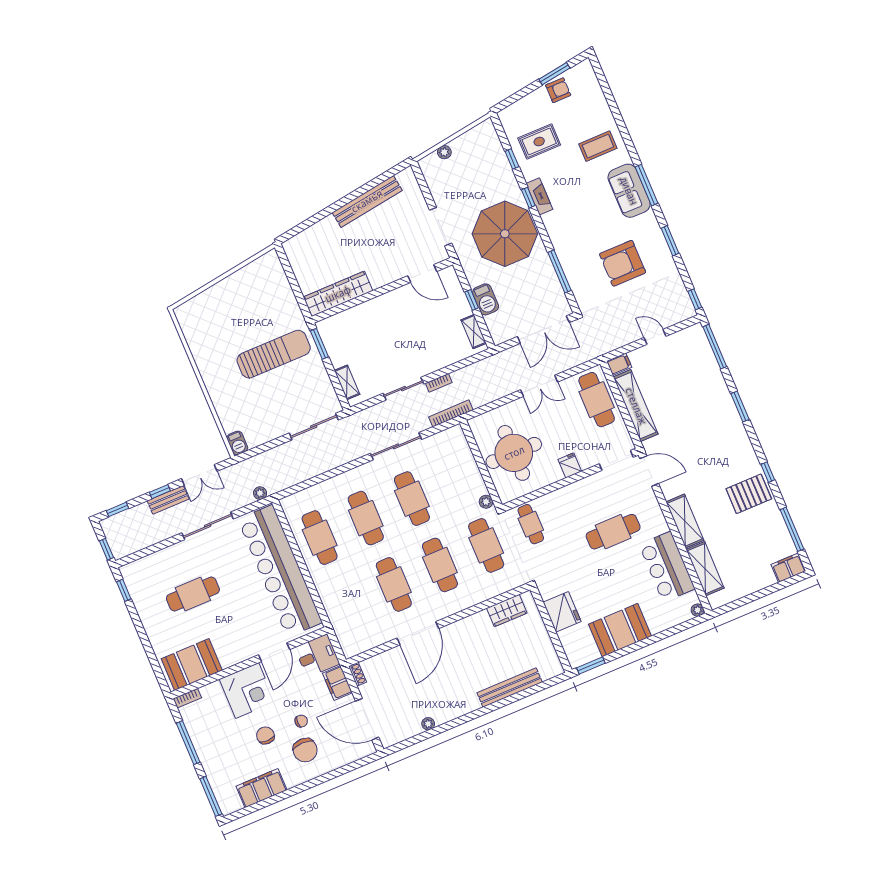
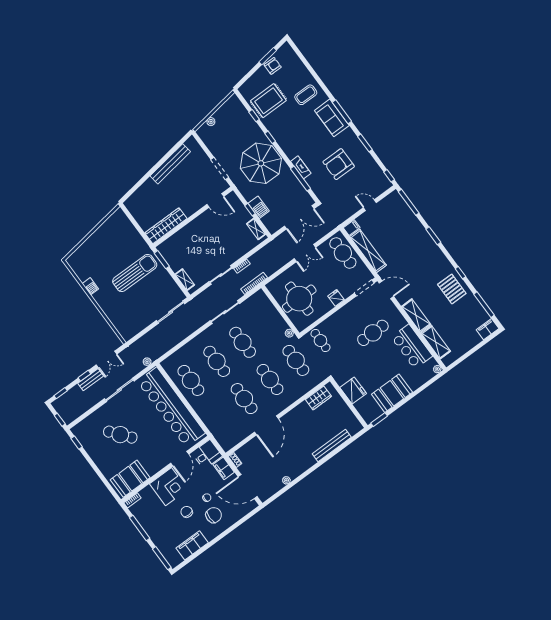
rug: (539, 141) -> (268, 101), width x1.36, depth x1.43
fireplace: (539, 196) -> (301, 167), moved
barbecue: (237, 443) -> (90, 286), moved
pallet: (749, 494) -> (452, 289), turned 90
cafe table: (193, 594) -> (120, 435), turned 51
chair: (305, 750) -> (214, 515), turned -90

